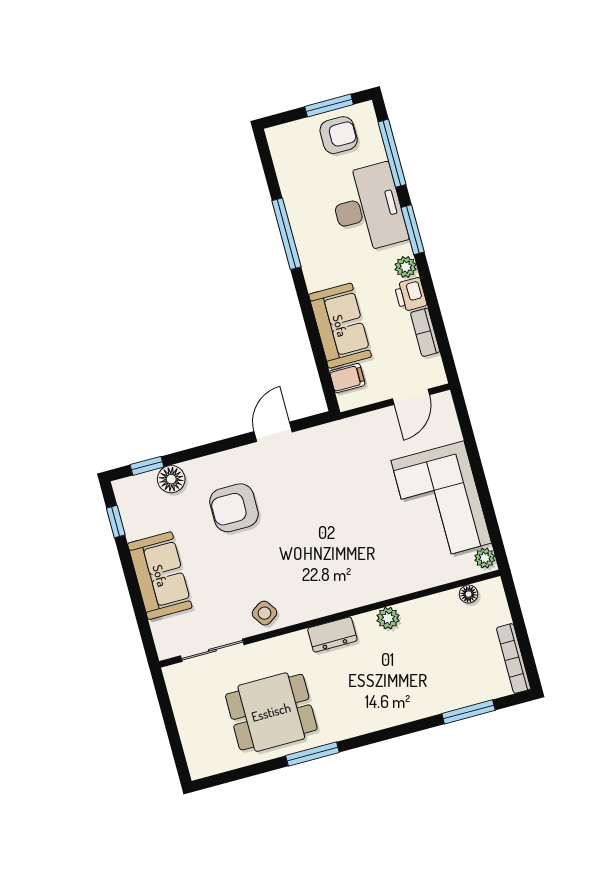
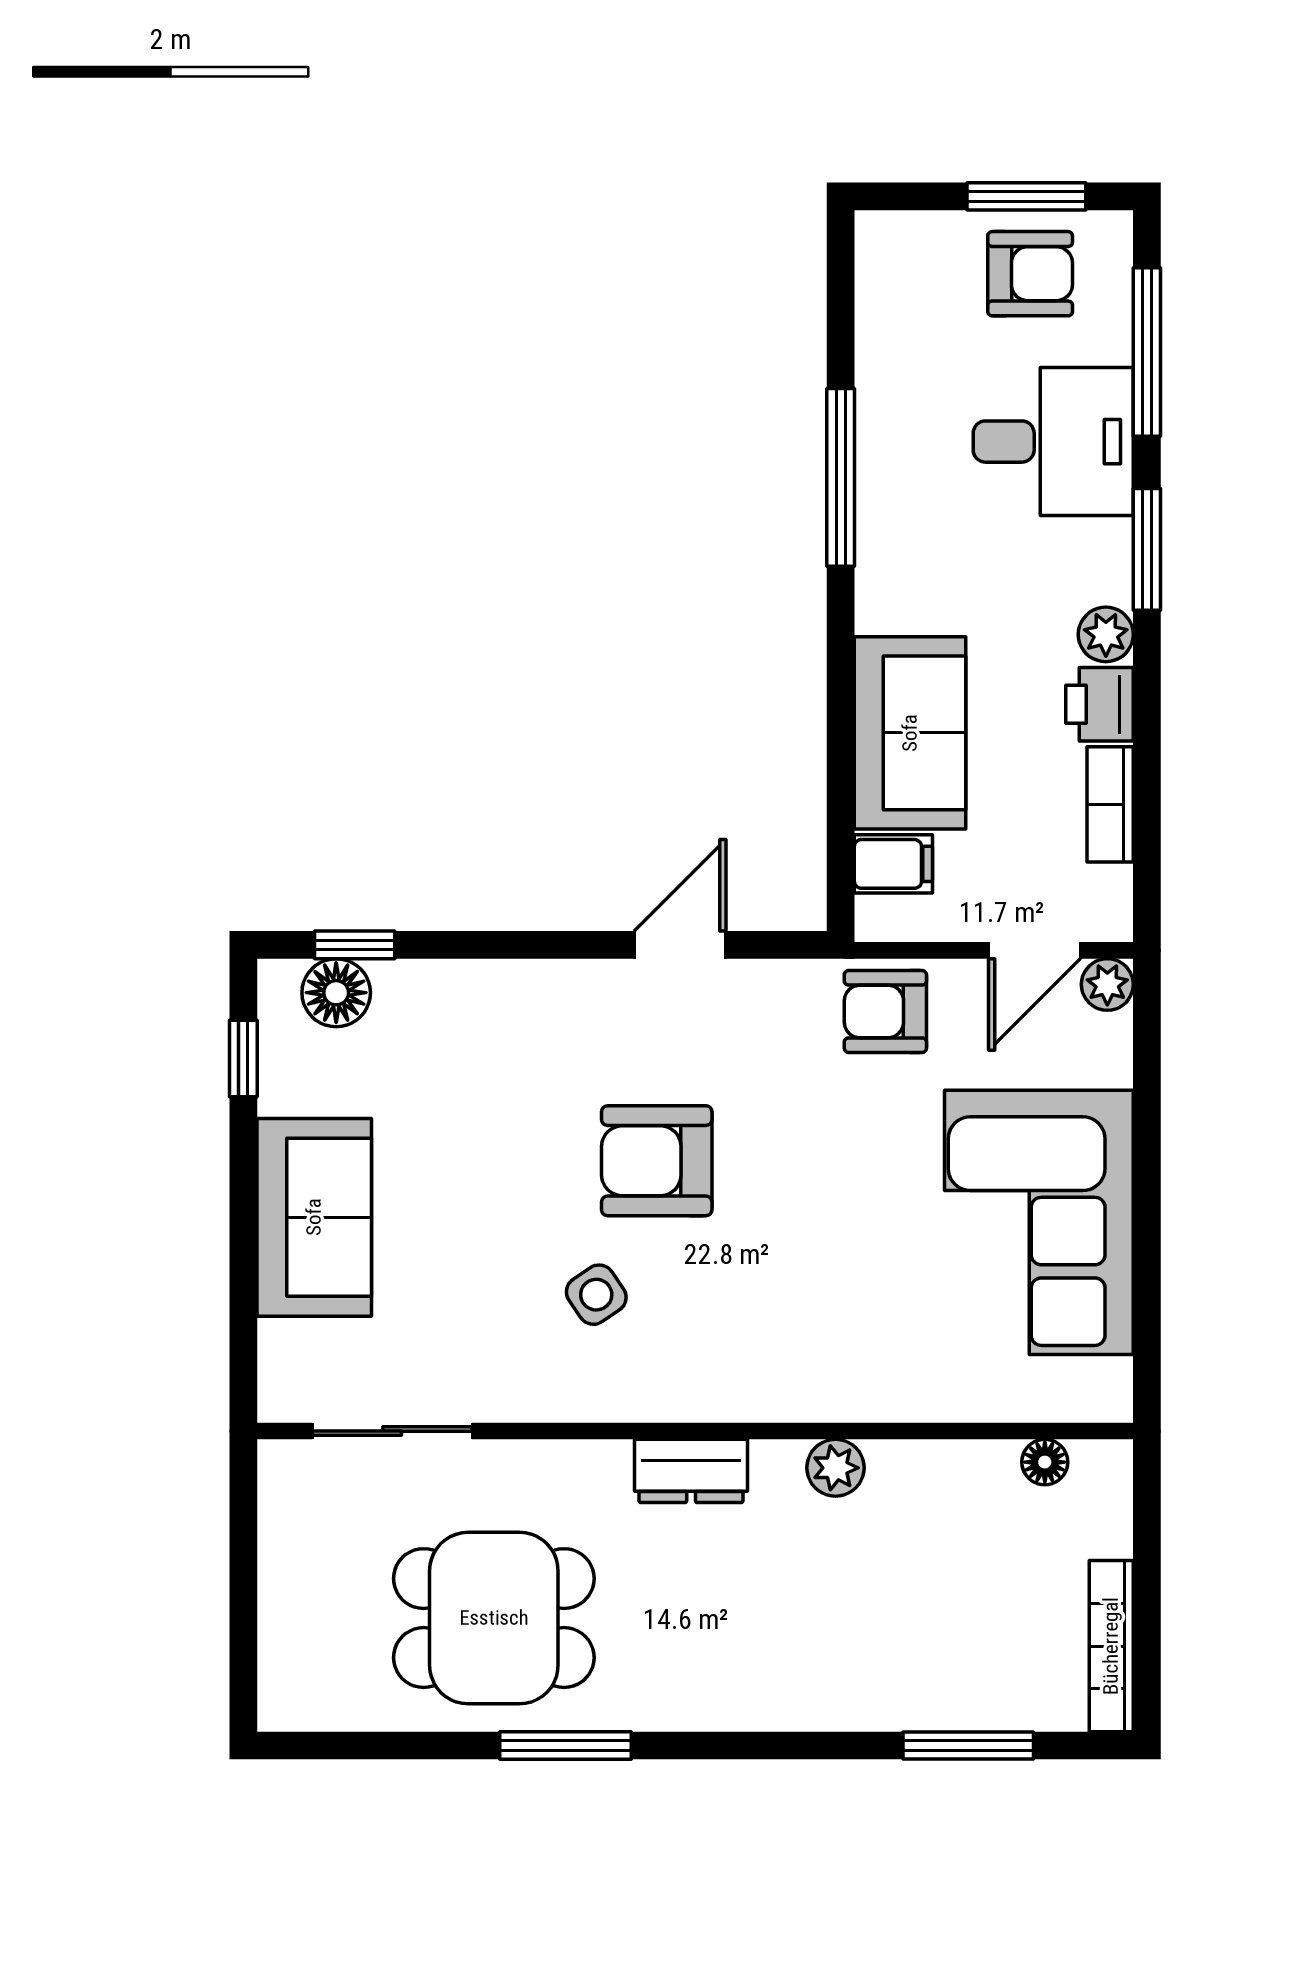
desk: (368, 208) -> (1053, 442), width x0.73
armchair: (360, 436) -> (885, 1011), added
floor lamp: (171, 479) -> (336, 993), moved
armchair: (234, 508) -> (657, 1161), moved
plant: (485, 558) -> (1107, 984), moved
side table: (265, 613) -> (596, 1295), moved

